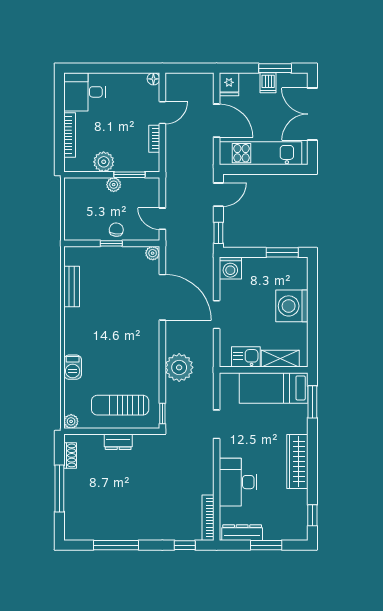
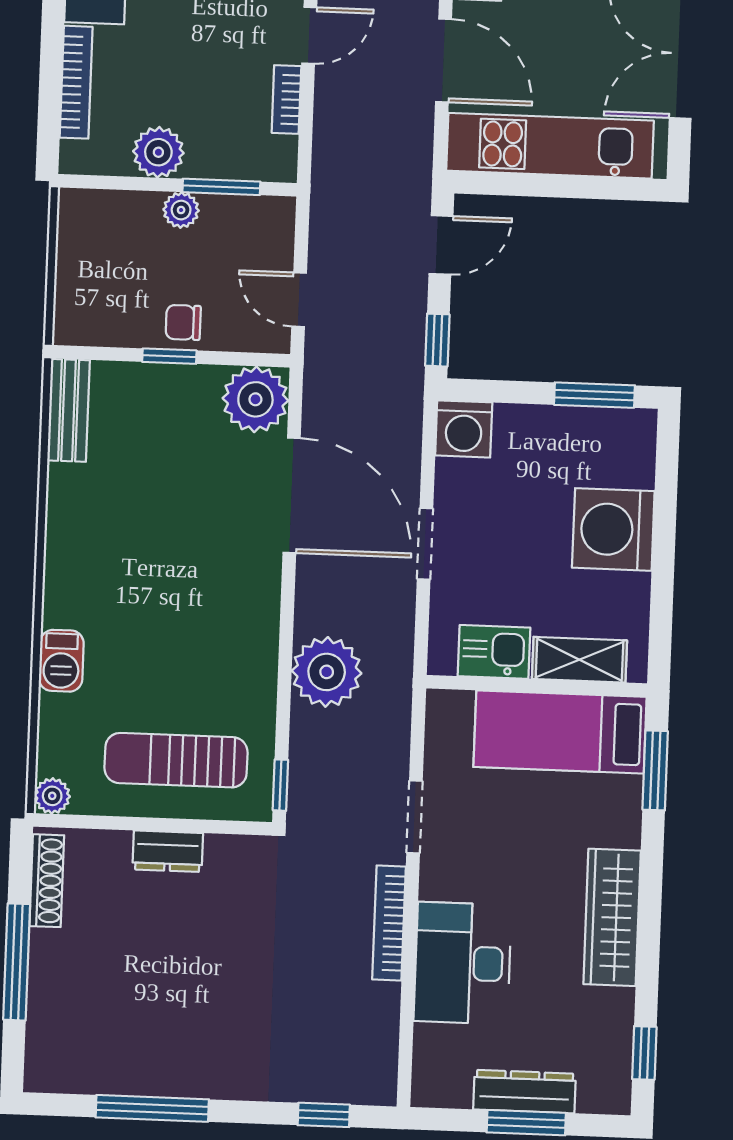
chair: (116, 230) -> (183, 322), turned -96
plant: (153, 253) -> (255, 399), width x1.88, depth x1.88
bench: (72, 287) -> (69, 410), moved
shoe rack: (70, 455) -> (47, 881), width x1.43
bookcase: (208, 518) -> (389, 923), moved
dresser: (242, 533) -> (524, 1092), moved

